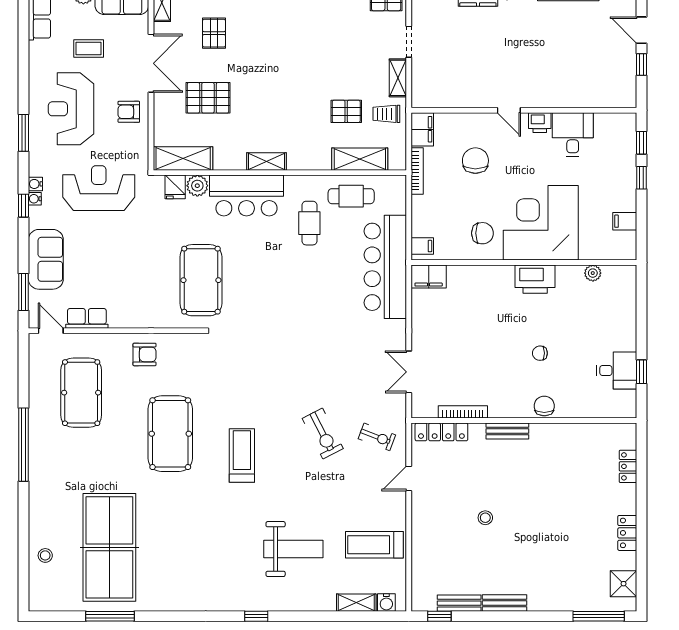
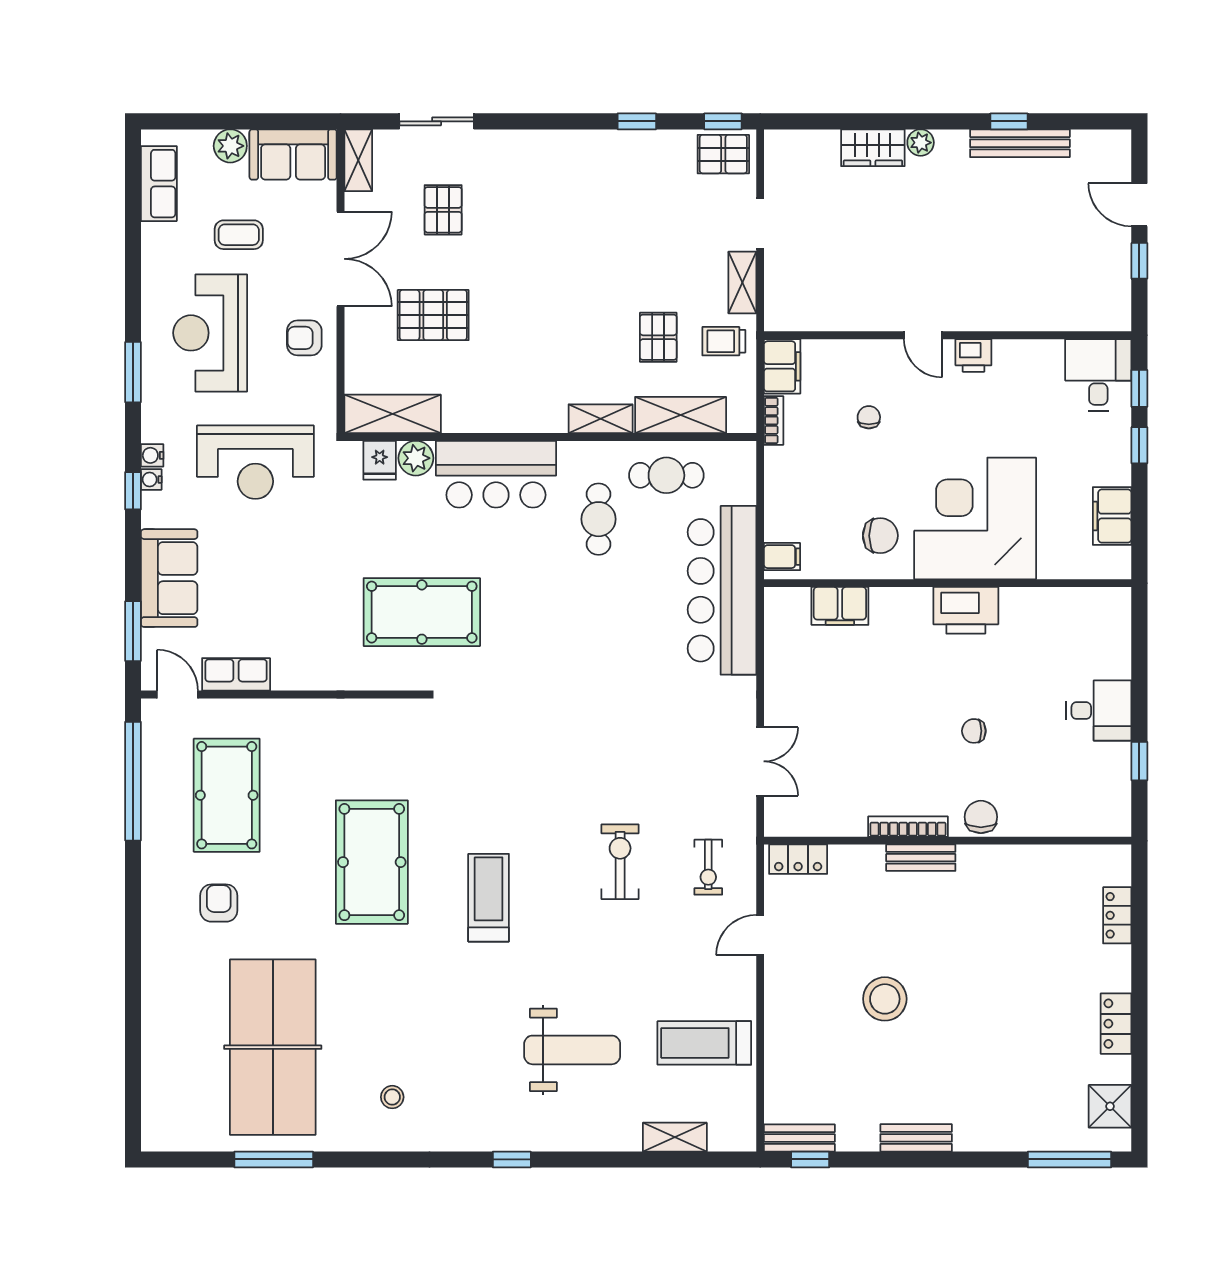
pallet: (346, 111) -> (658, 337), turned 90
desk: (573, 134) -> (1098, 375), moved
shelving: (266, 161) -> (601, 419), moved
chair: (475, 161) -> (869, 417), width x0.54, depth x0.54
bookcase: (417, 171) -> (774, 421), width x0.64
reception desk: (99, 188) -> (255, 462), turned 180
filing cabinet: (625, 221) -> (1112, 516), width x2.00
plant: (593, 273) -> (1060, 600), removed
filing cabinet: (429, 276) -> (840, 606), moved
pool table: (201, 280) -> (422, 612), turned 90
armchair: (145, 354) -> (219, 903), moved, turned -90
desk: (617, 370) -> (1099, 711), moved
double door: (409, 372) -> (760, 761), swing flipped
bookcase: (463, 412) -> (908, 827), moved
locker: (441, 432) -> (798, 859), width x0.66
exercise bike: (323, 433) -> (620, 862), turned -153
exercise bike: (377, 437) -> (708, 867), turned 69
window: (24, 445) -> (133, 781), moved
stool: (485, 518) -> (885, 999), width x1.89, depth x1.89
stool: (45, 555) -> (392, 1097), moved
water cooler: (386, 603) -> (724, 1137), removed
bench: (459, 603) -> (799, 1138), moved

